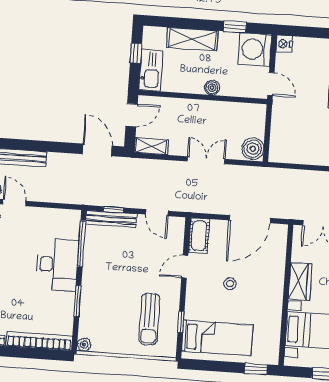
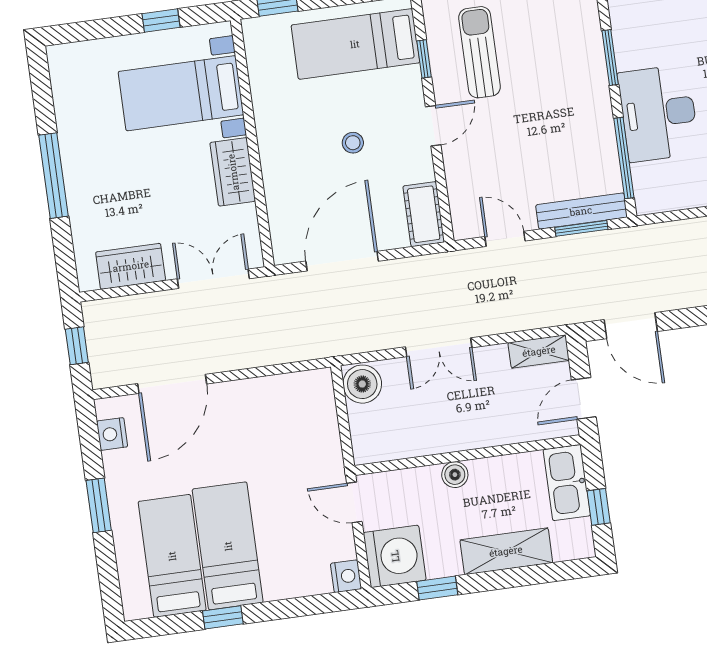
window: (113, 210) -> (581, 228), width x1.50
door: (185, 267) -> (433, 126), moved

